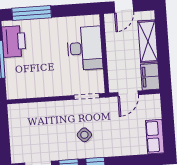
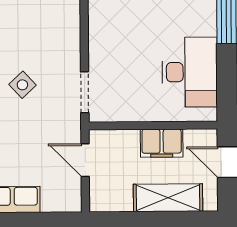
desk: (85, 48) -> (190, 72), moved, turned -90
filing cabinet: (150, 77) -> (162, 143), moved, turned 180

